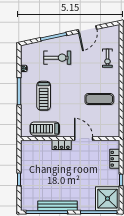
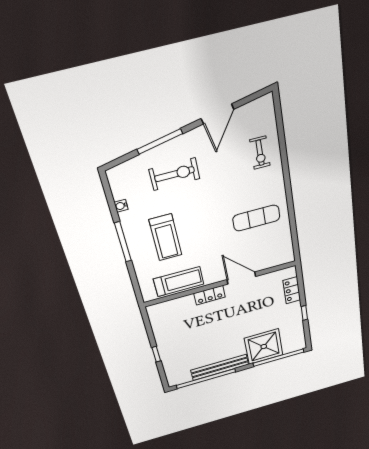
treadmill: (45, 129) -> (179, 282), turned 180
shower: (108, 199) -> (264, 347), moved

